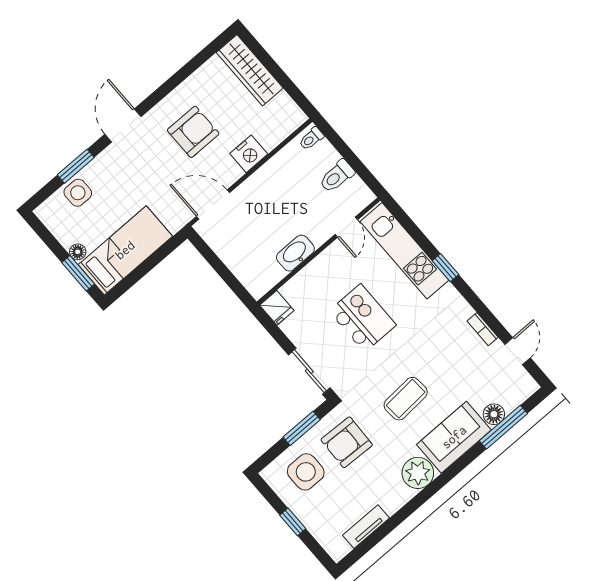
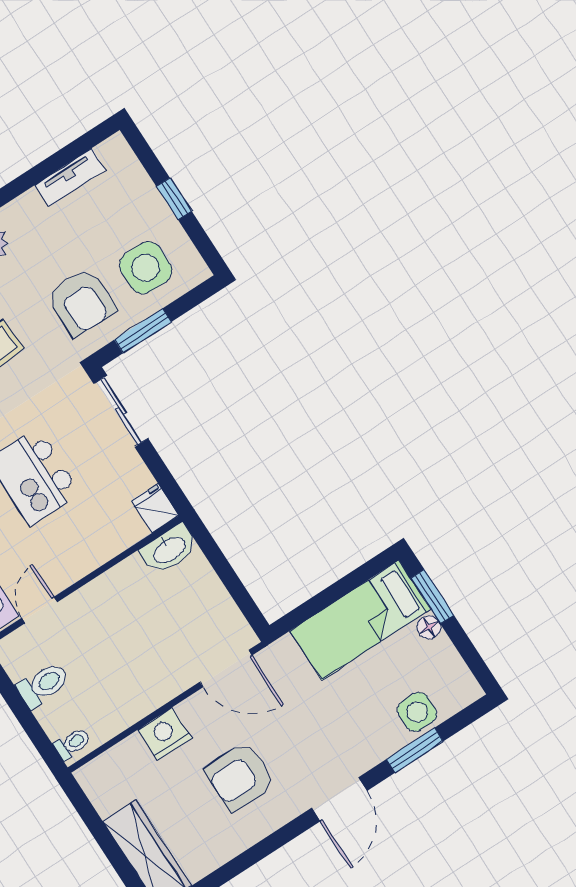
washbasin: (295, 253) -> (169, 549), moved
armchair: (347, 442) -> (81, 302), turned 88

